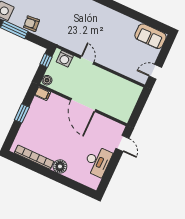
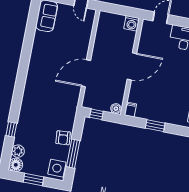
washing machine: (65, 59) -> (132, 23), moved, turned 90
door: (87, 60) -> (86, 73), width x1.87

